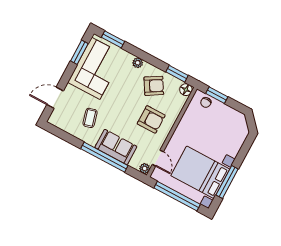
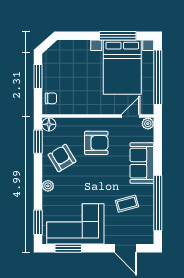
window: (217, 95) -> (38, 77), moved
armchair: (151, 119) -> (96, 143), turned 90
window: (104, 157) -> (158, 203), moved

